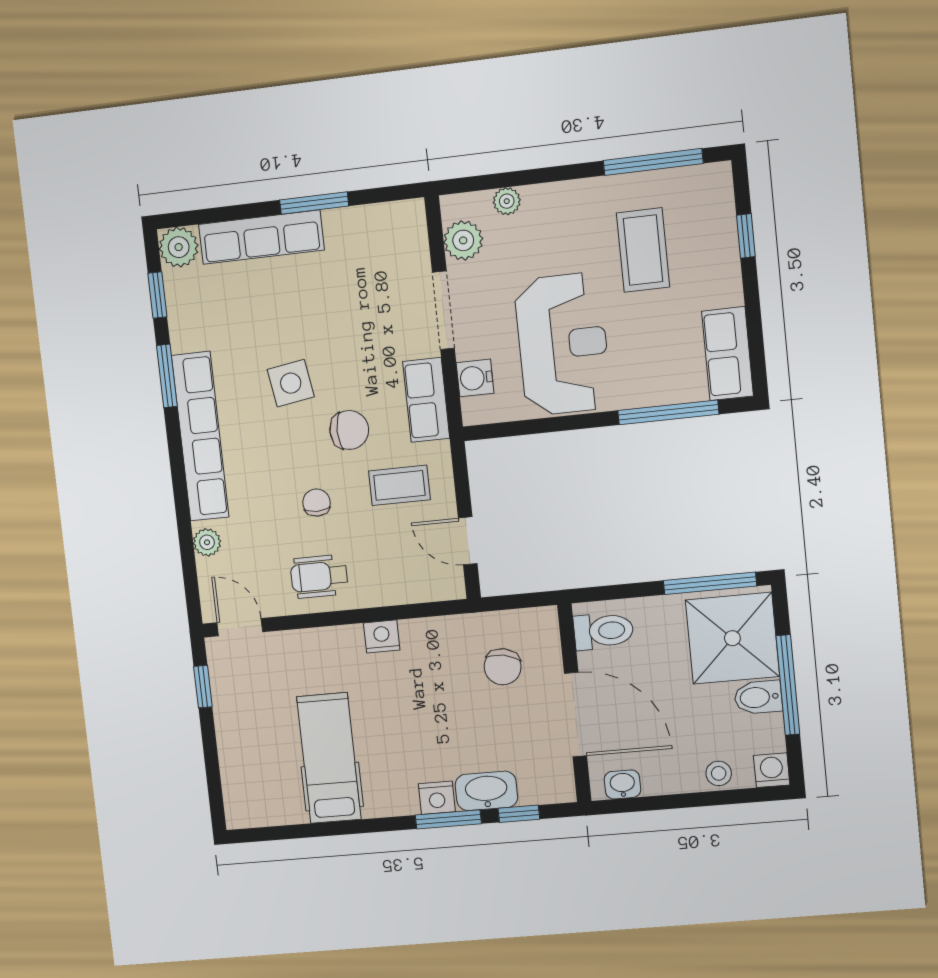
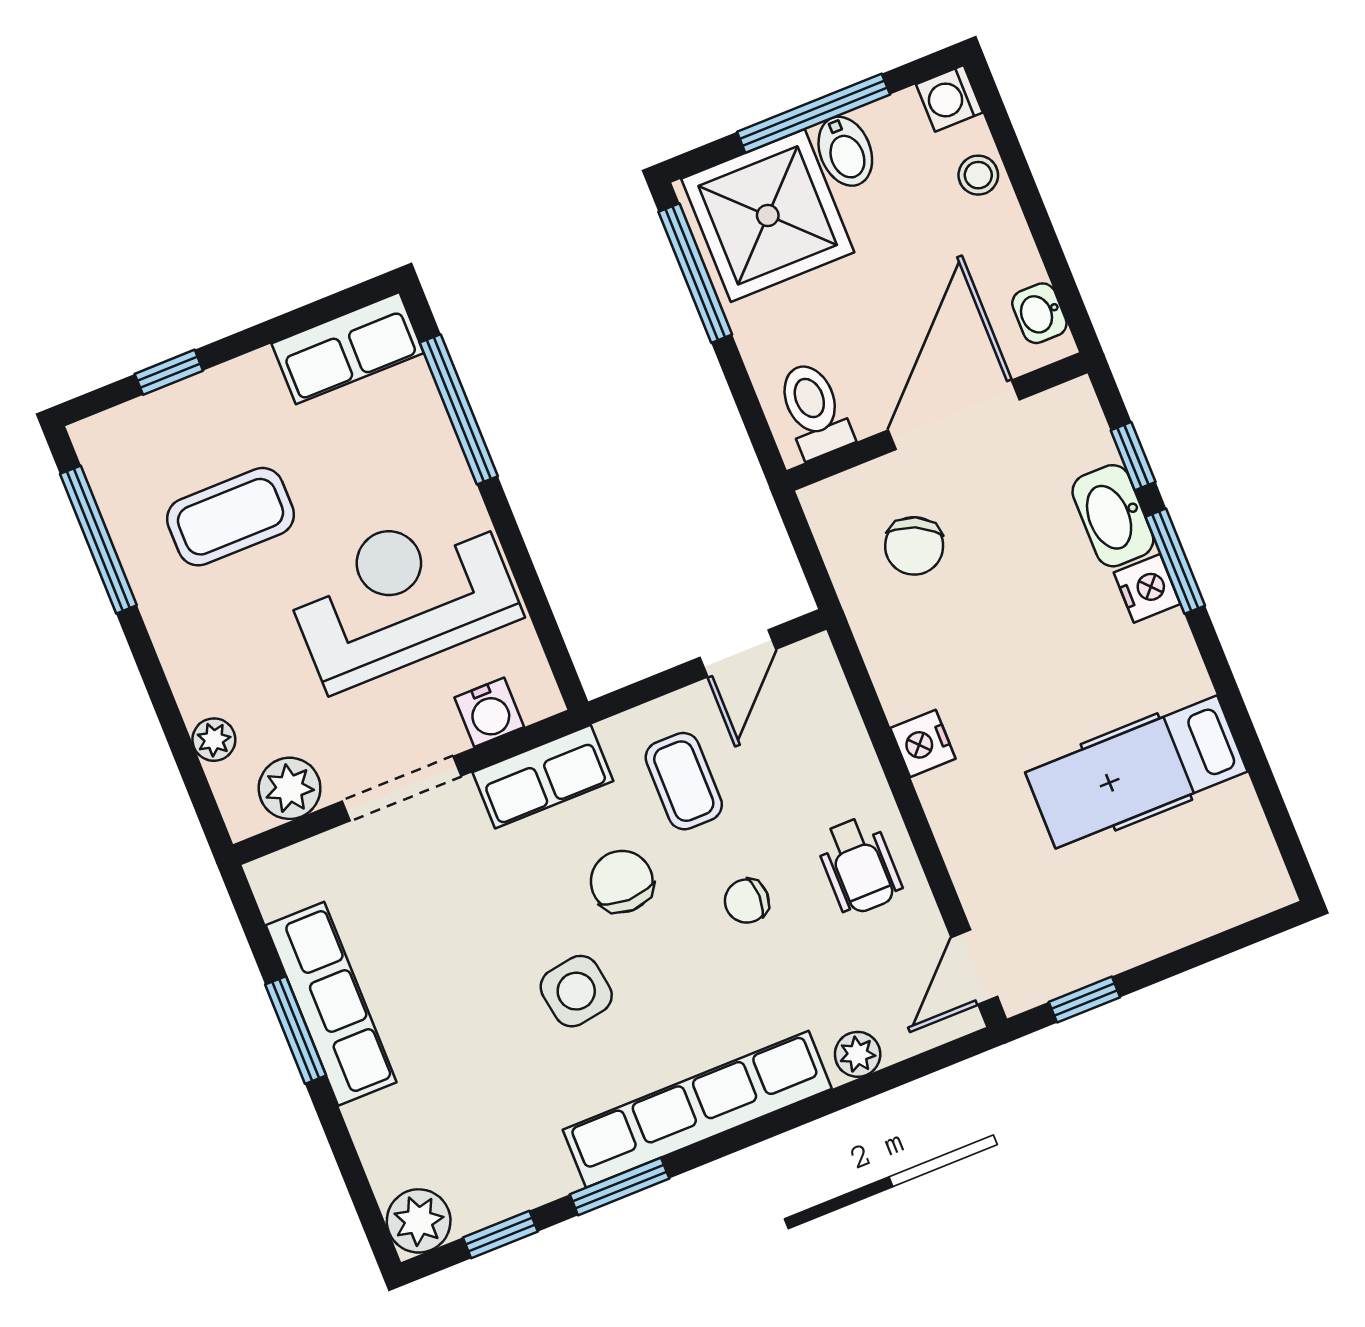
row of seats: (261, 237) -> (331, 1004), moved
chair: (503, 667) -> (914, 546), turned 104

